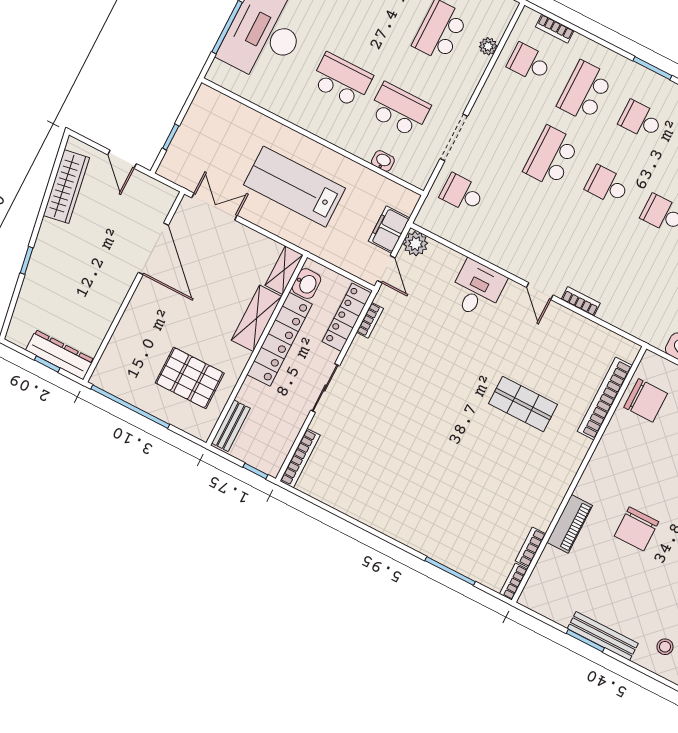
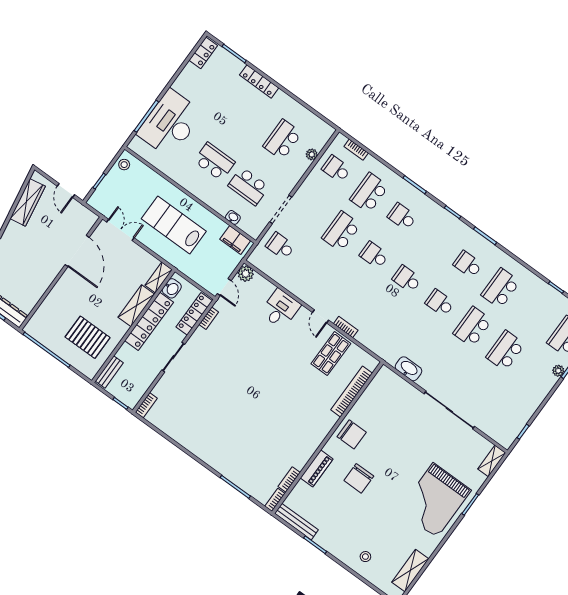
stool: (205, 106) -> (124, 165), added
school desk: (399, 110) -> (249, 186), turned 180
filing cabinet: (389, 230) -> (235, 240), moved, turned -90
chair: (646, 400) -> (352, 434), moved
shop shelf: (523, 404) -> (331, 354), moved, turned 90
bookcase: (300, 458) -> (146, 405), width x0.64
bench: (603, 636) -> (296, 522), moved

